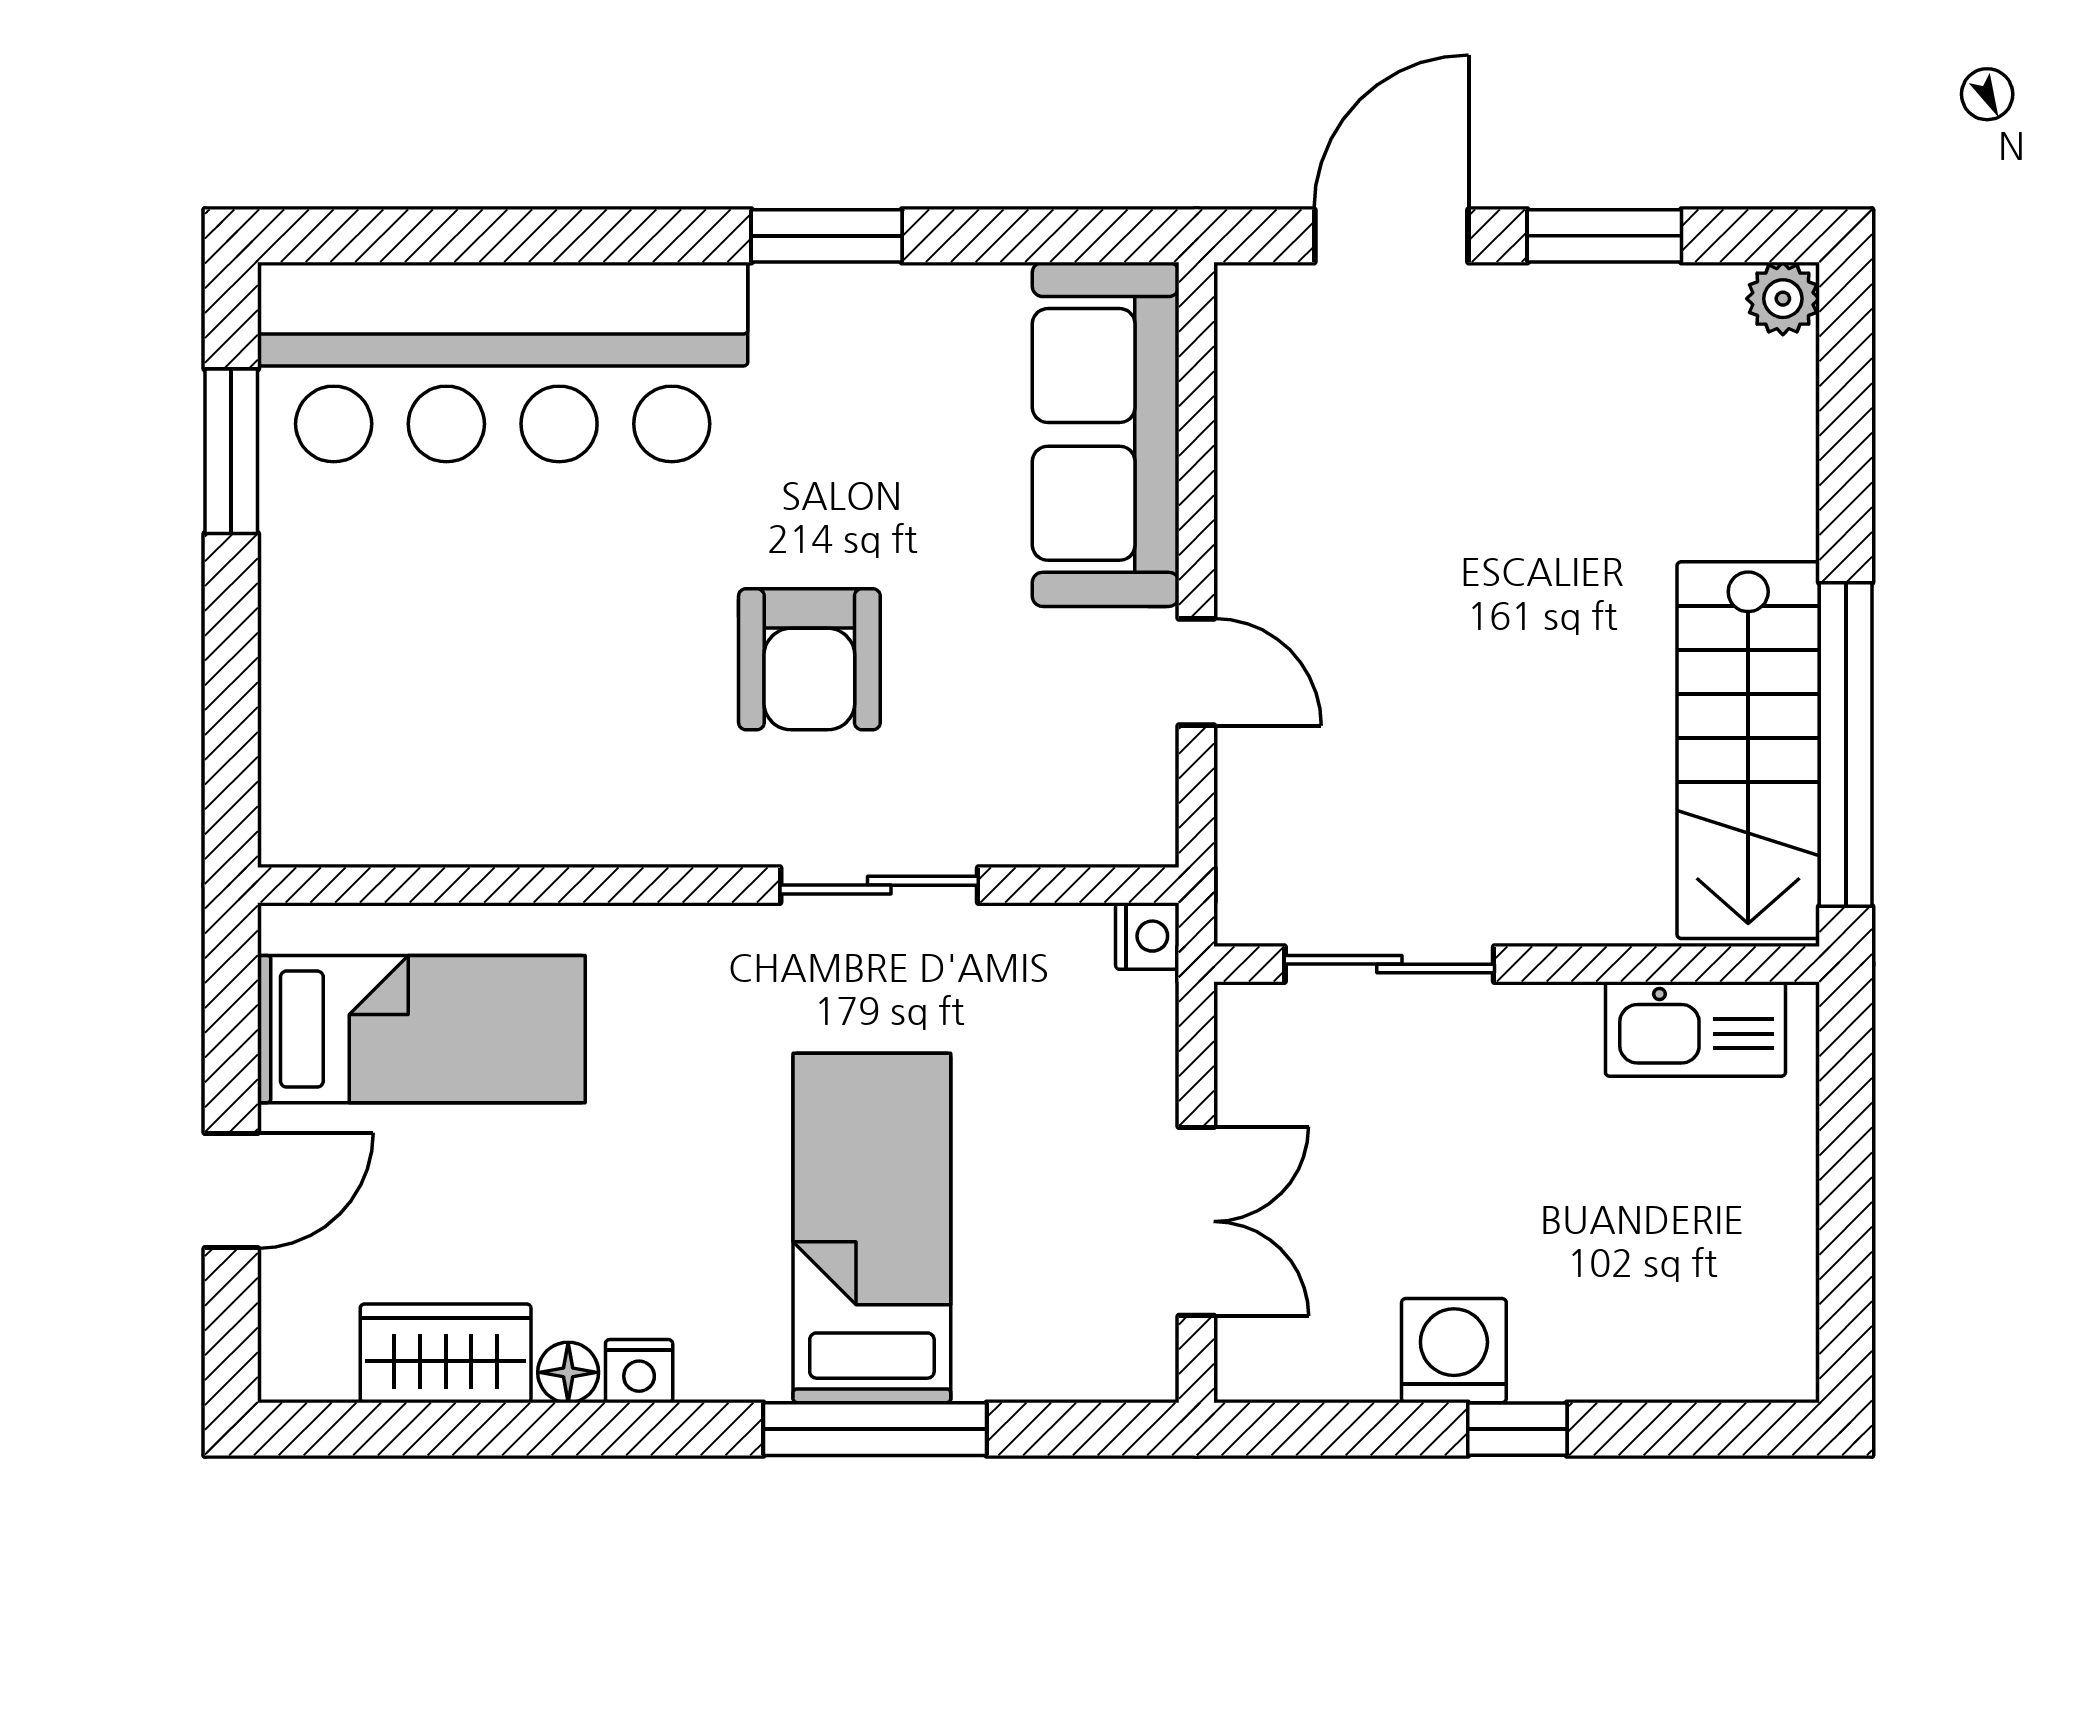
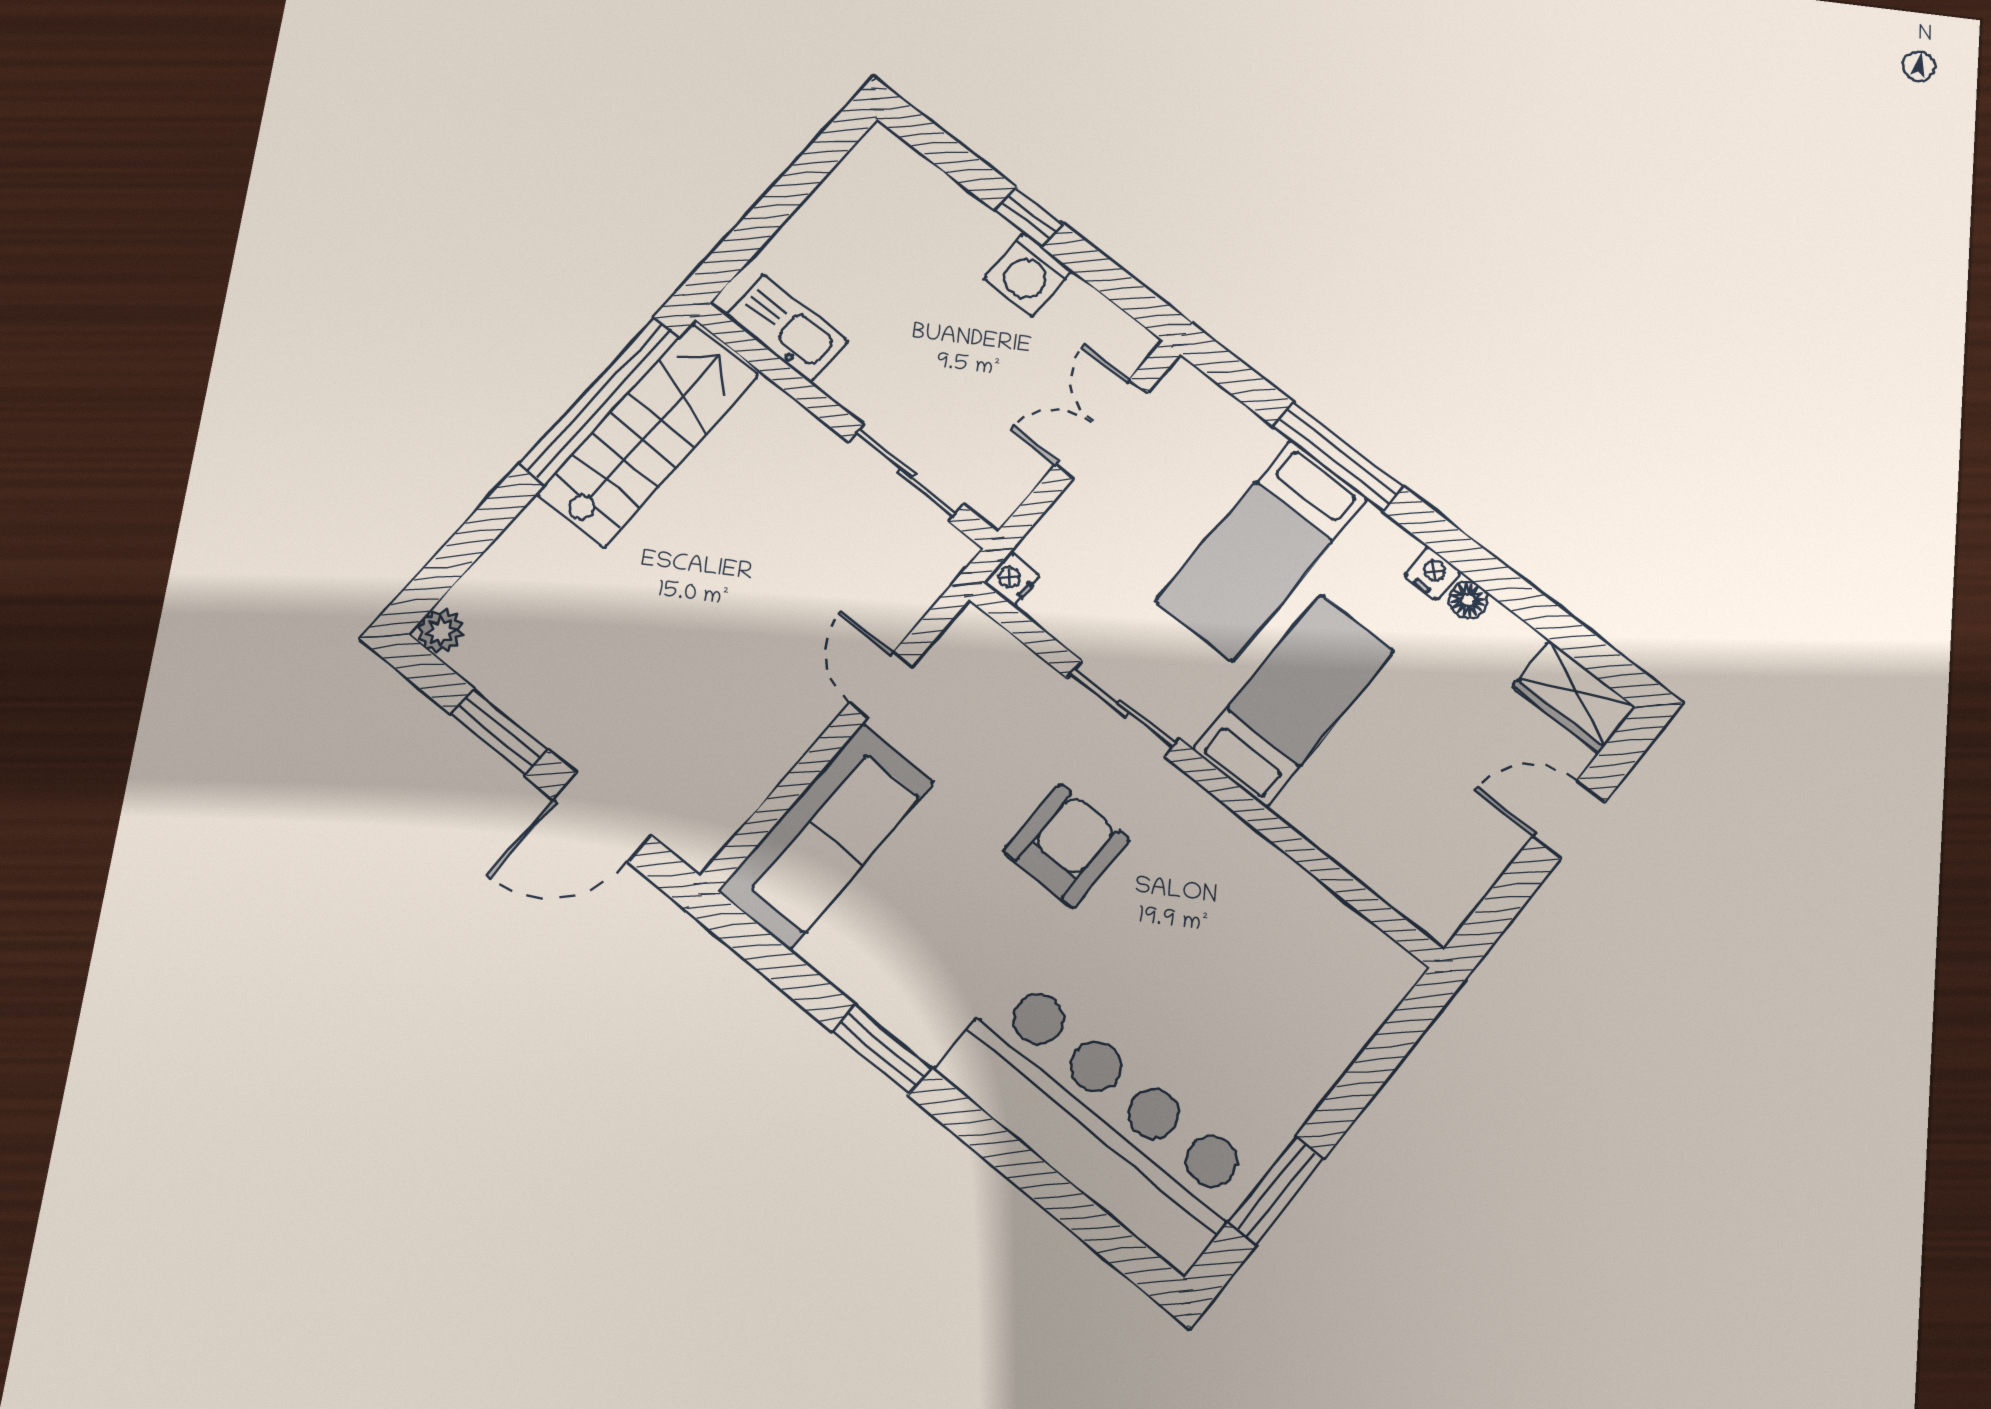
bed: (421, 1029) -> (1294, 700), moved, turned 90
wardrobe: (446, 1353) -> (1574, 697), moved

